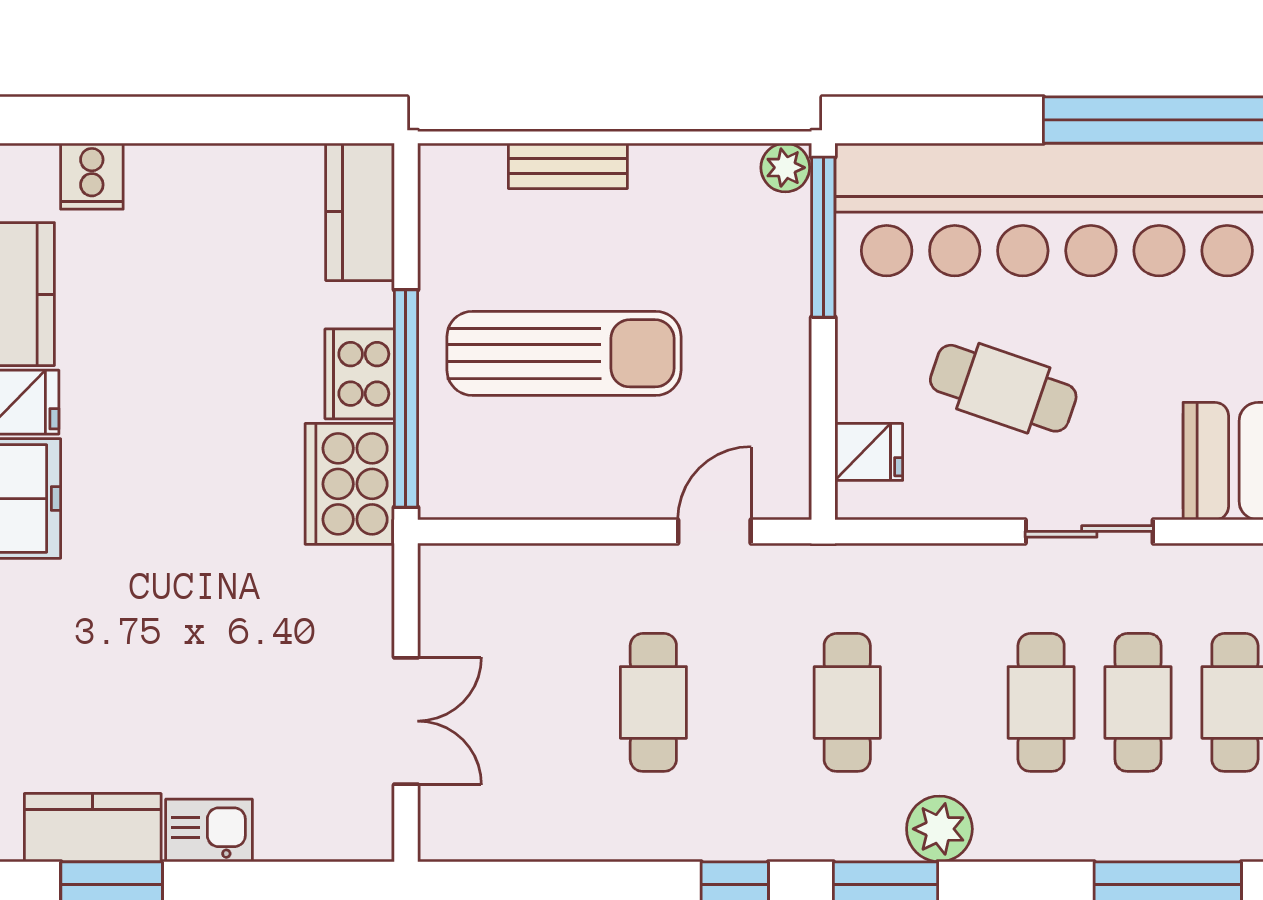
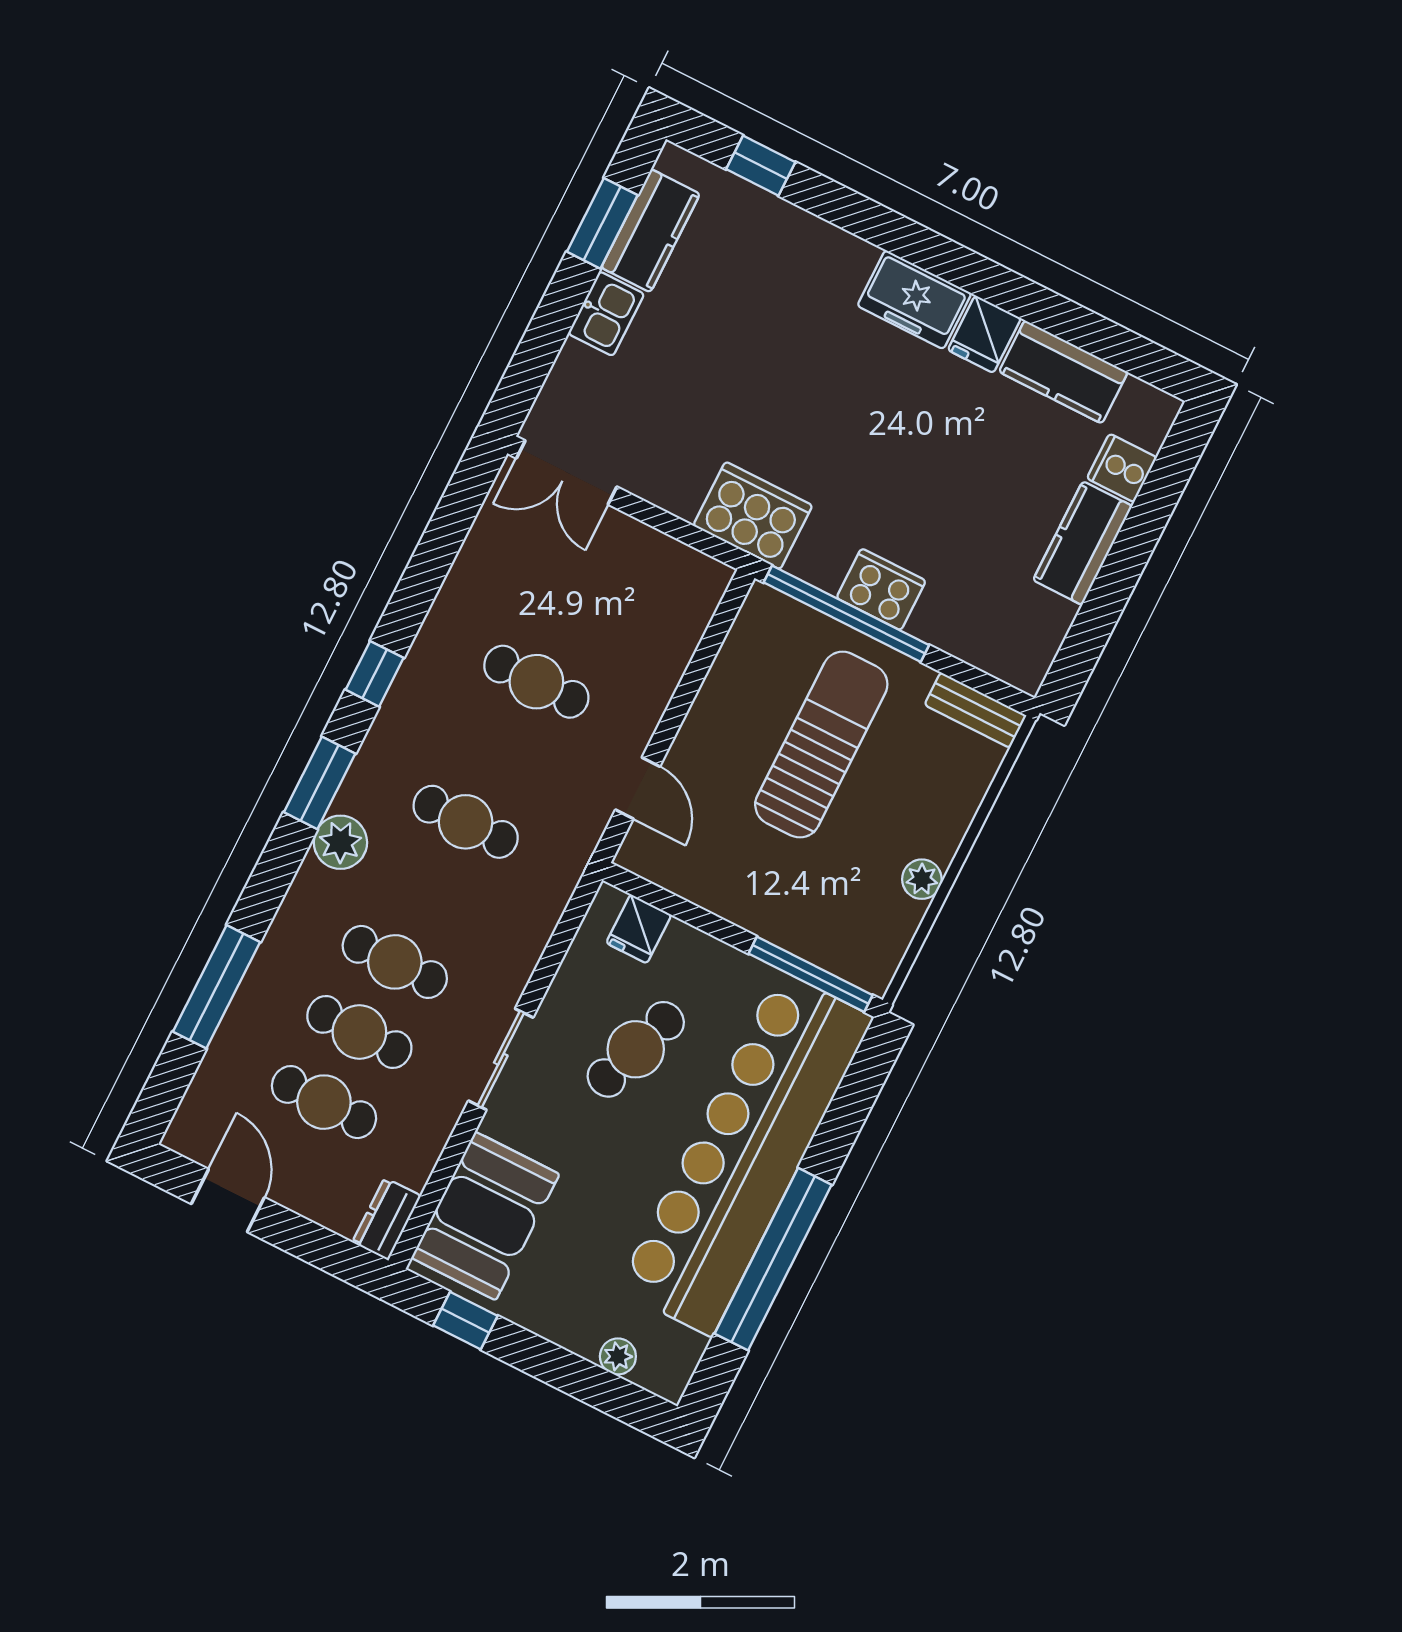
bench: (568, 166) -> (975, 710), moved, turned 90
plant: (785, 168) -> (922, 879), moved
kitchen counter: (360, 212) -> (1083, 543), moved, turned -90
sun lounger: (564, 353) -> (821, 745), turned 180
cooker: (350, 484) -> (753, 516), moved
double door: (406, 721) -> (567, 472), moved

